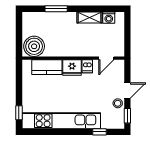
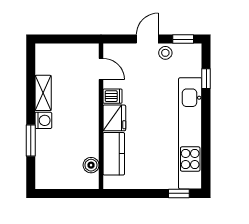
washing machine: (109, 18) -> (43, 120), moved
boiler: (34, 46) -> (91, 165), width x0.54, depth x0.54
door: (127, 91) -> (147, 39), hinge flipped

